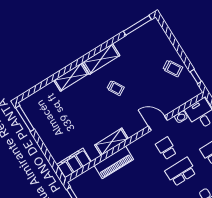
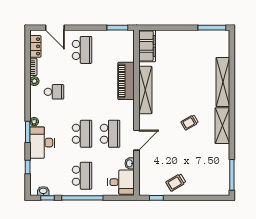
shelving: (71, 77) -> (223, 82), width x1.47
shelving: (111, 142) -> (145, 90), width x1.47
school desk: (166, 148) -> (110, 134), width x1.85

